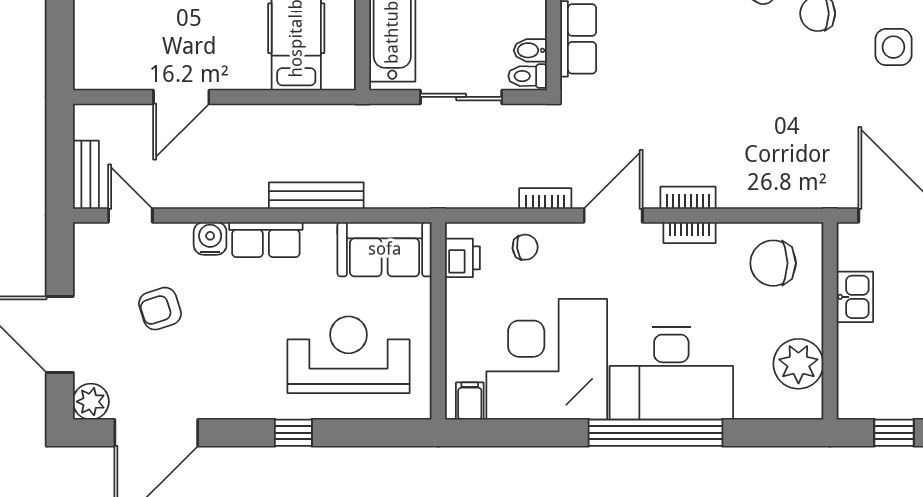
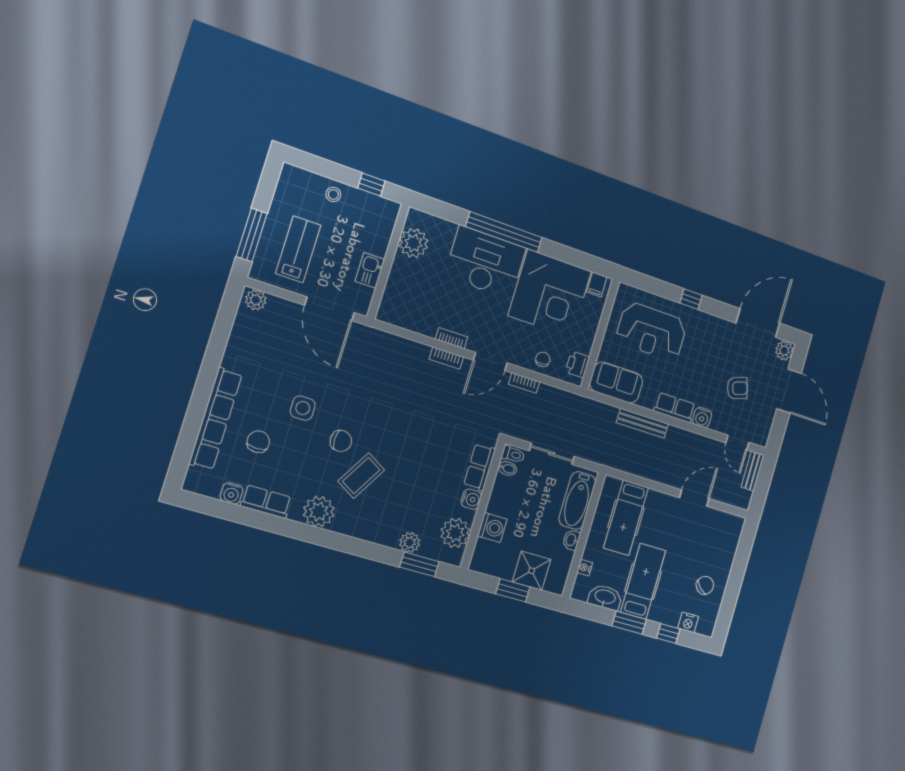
chair: (525, 247) -> (543, 359), turned 93
chair: (773, 263) -> (410, 305), removed

